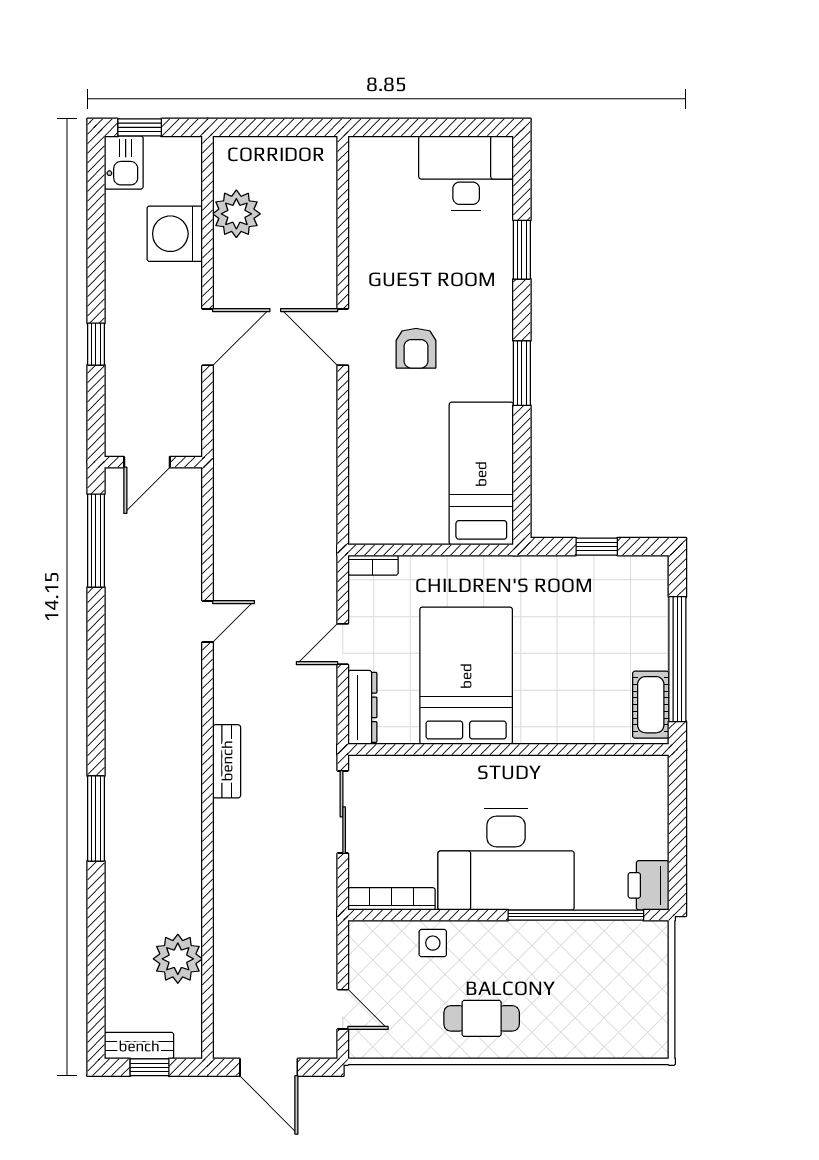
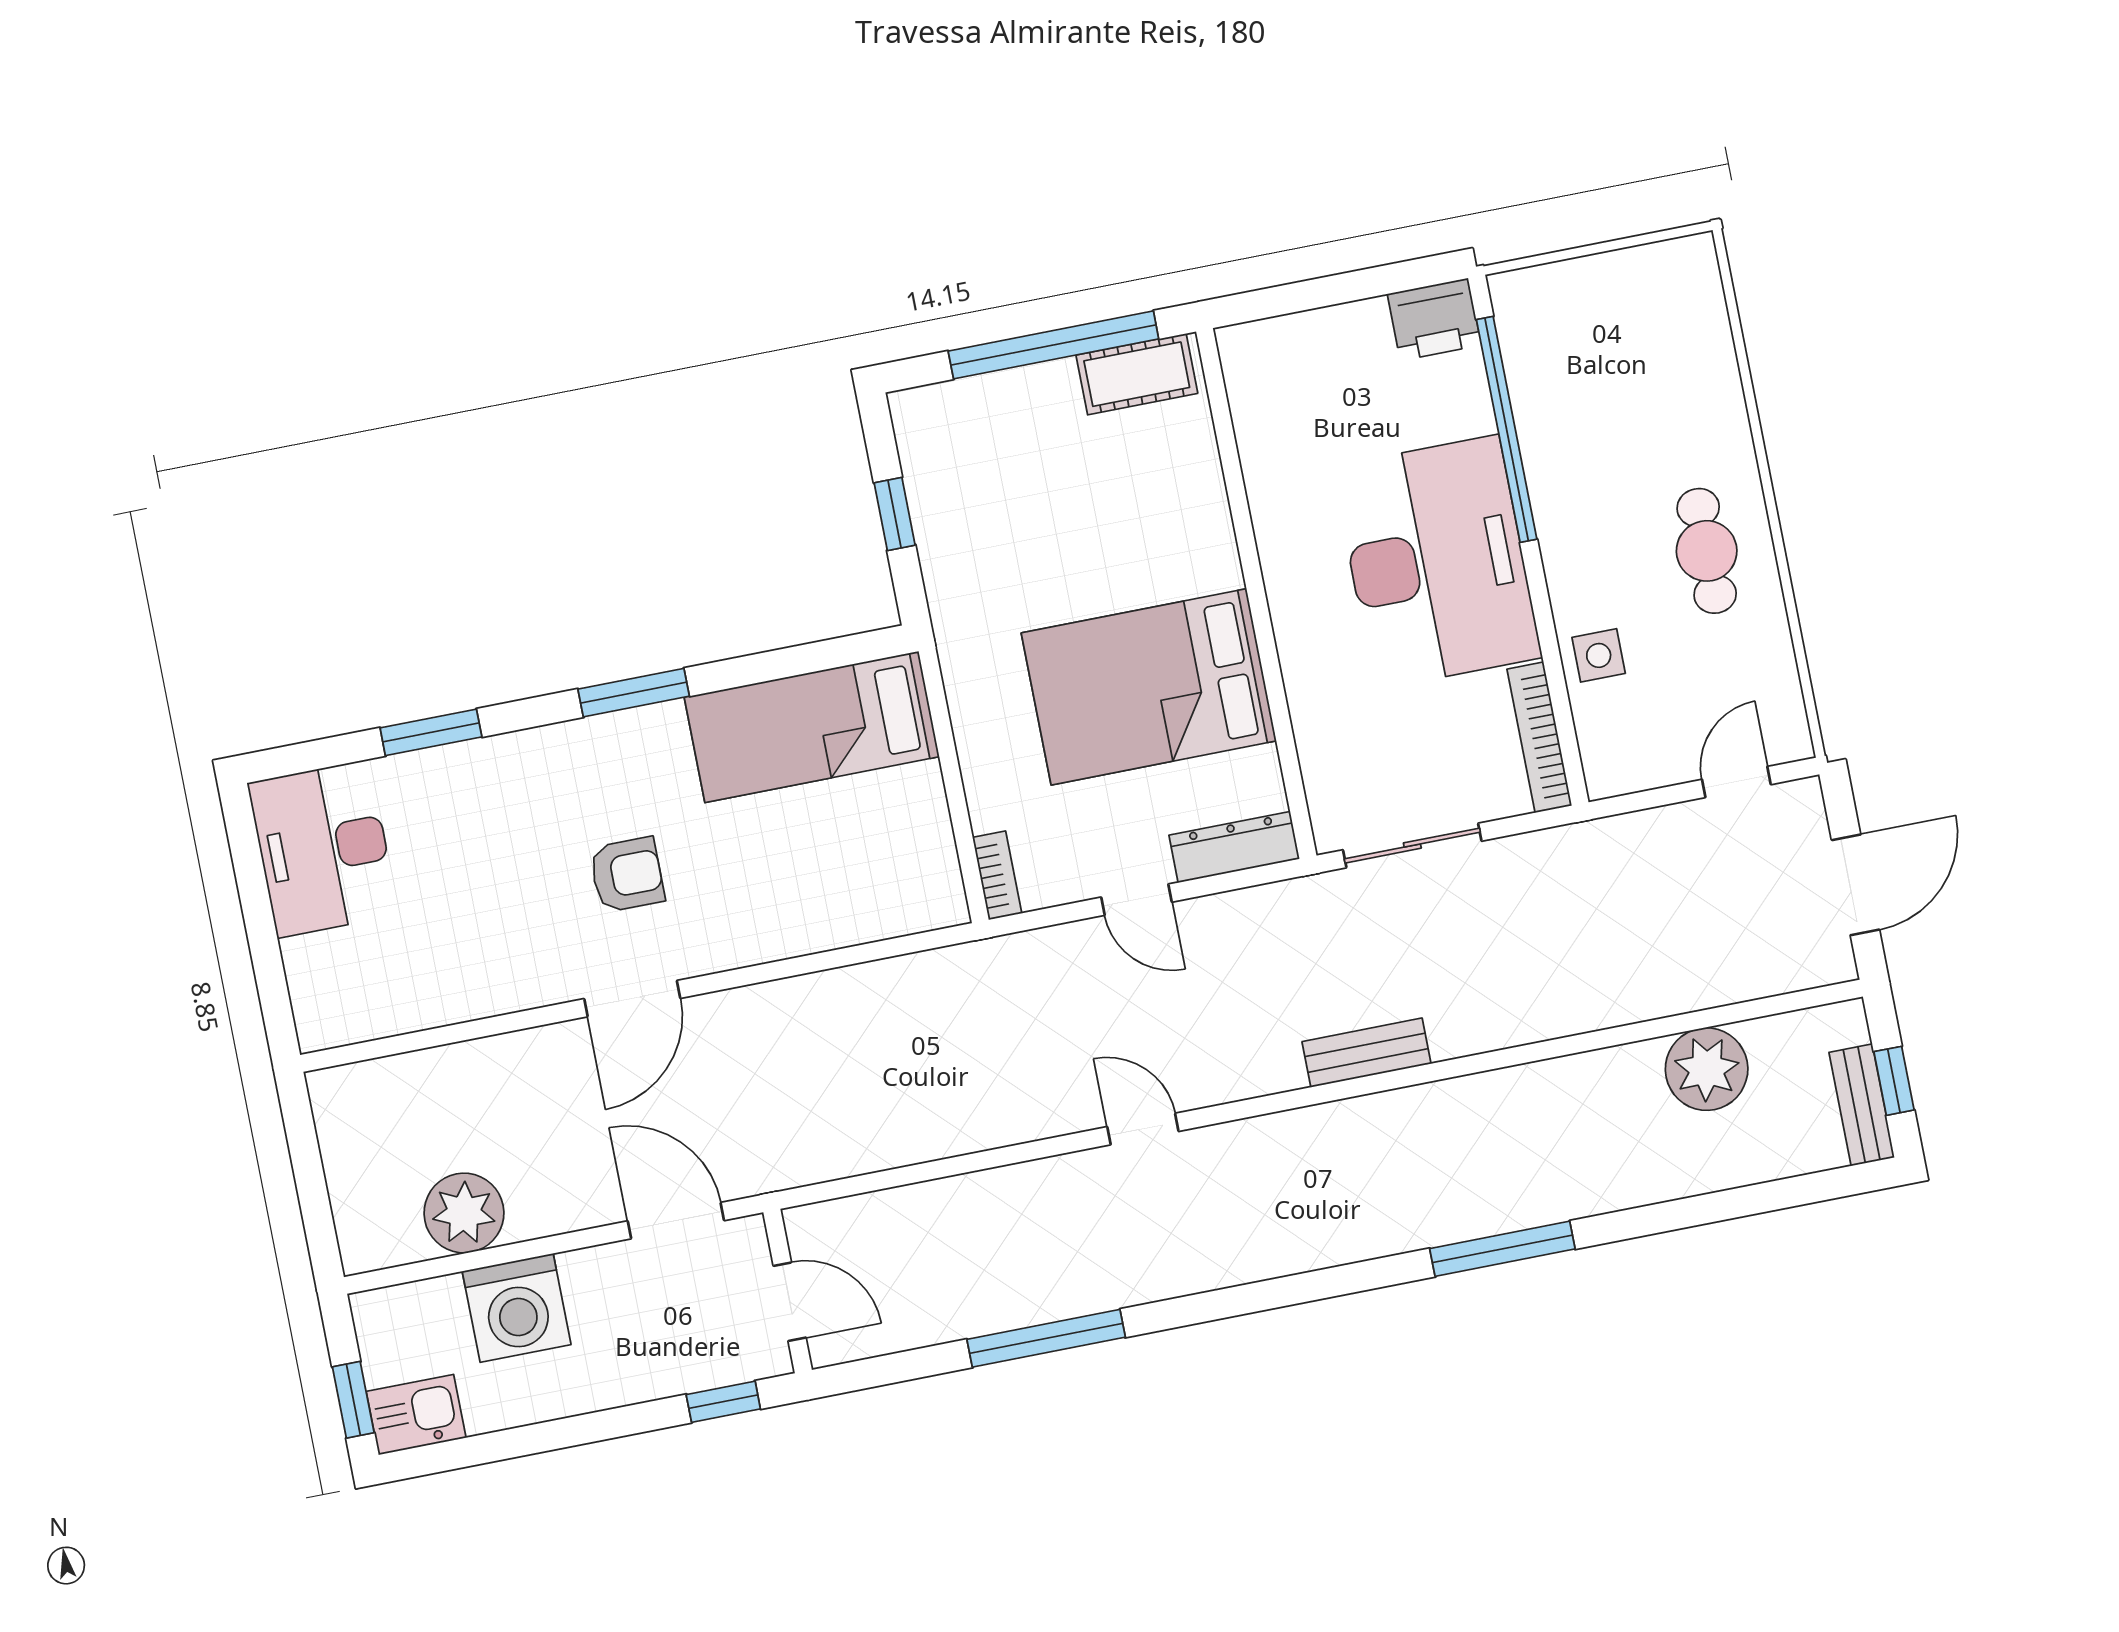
door: (147, 462) -> (790, 1302), moved
wall: (153, 462) -> (788, 1291), moved

